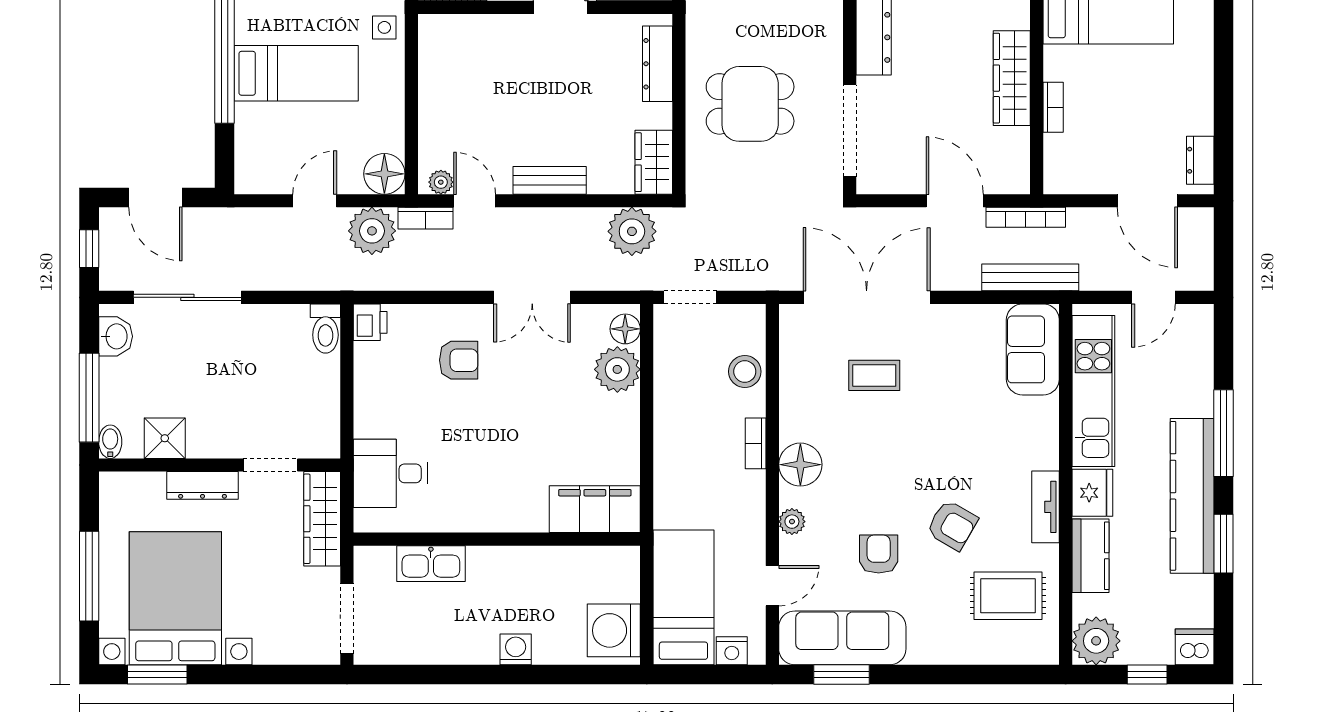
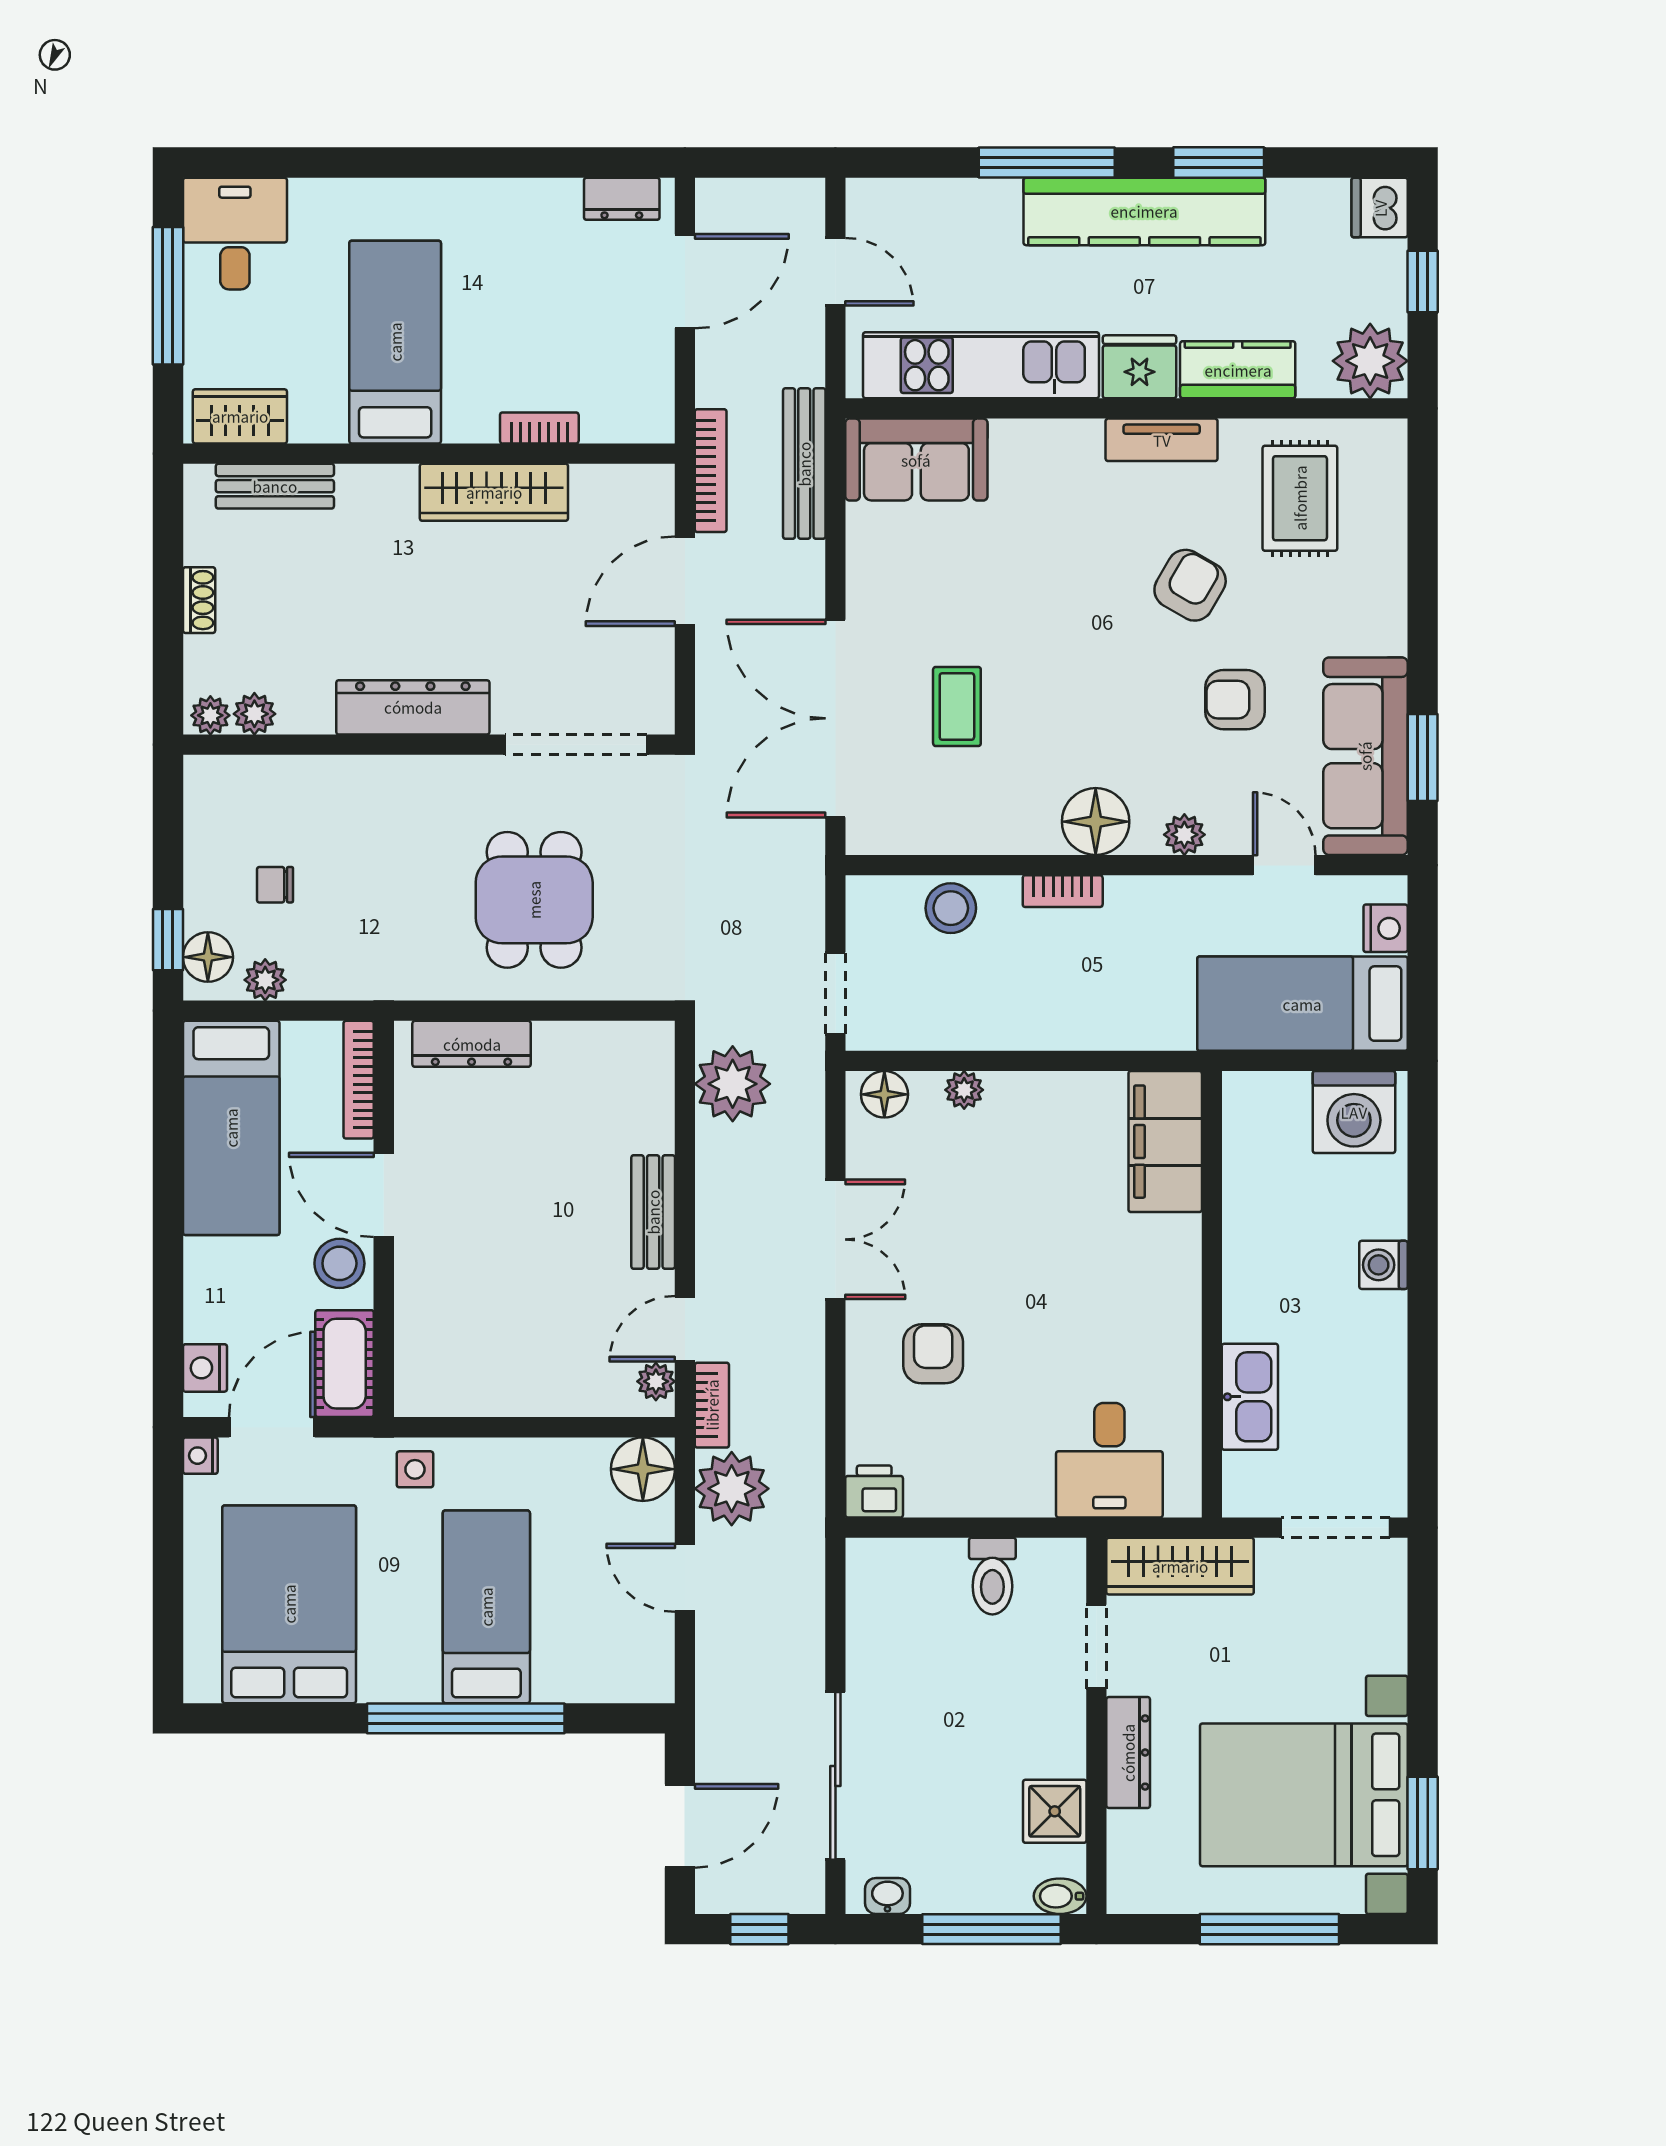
wardrobe: (654, 162) -> (625, 1050), removed
toilet: (325, 329) -> (992, 1576), moved, turned 90
washbasin: (116, 336) -> (887, 1896), width x0.72, depth x0.69
plant: (617, 369) -> (964, 1090), width x0.53, depth x0.53

